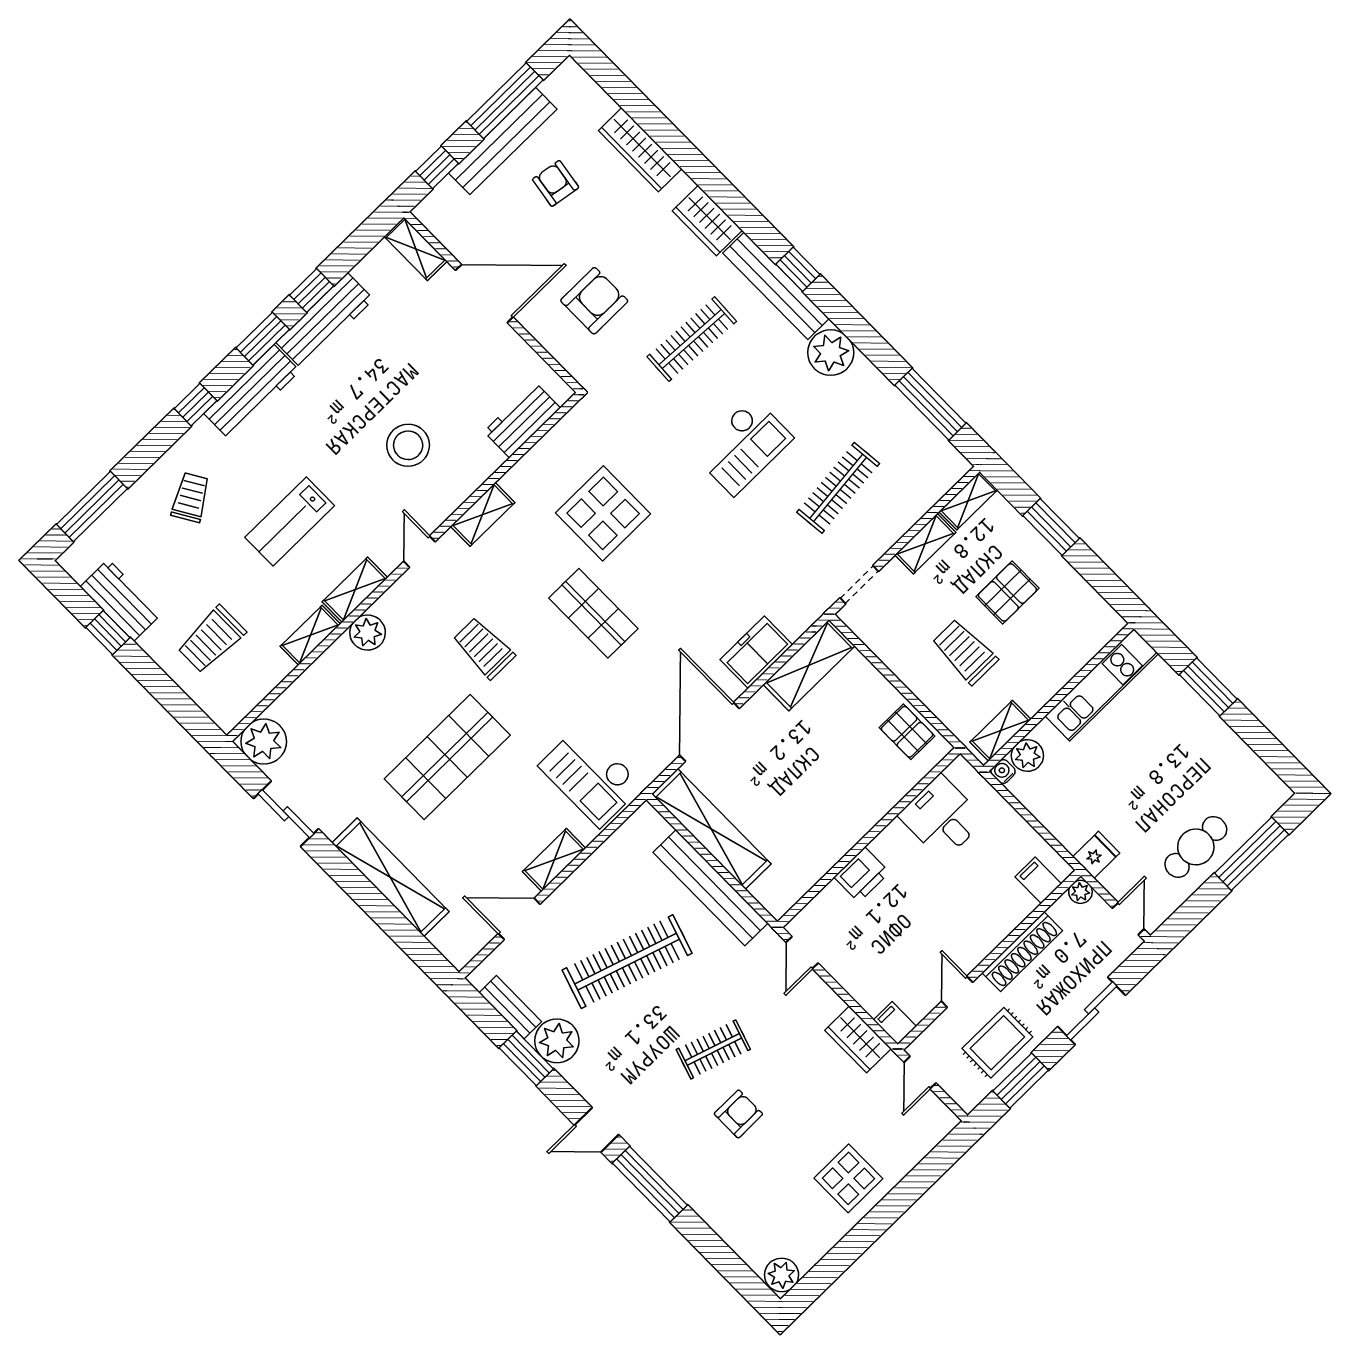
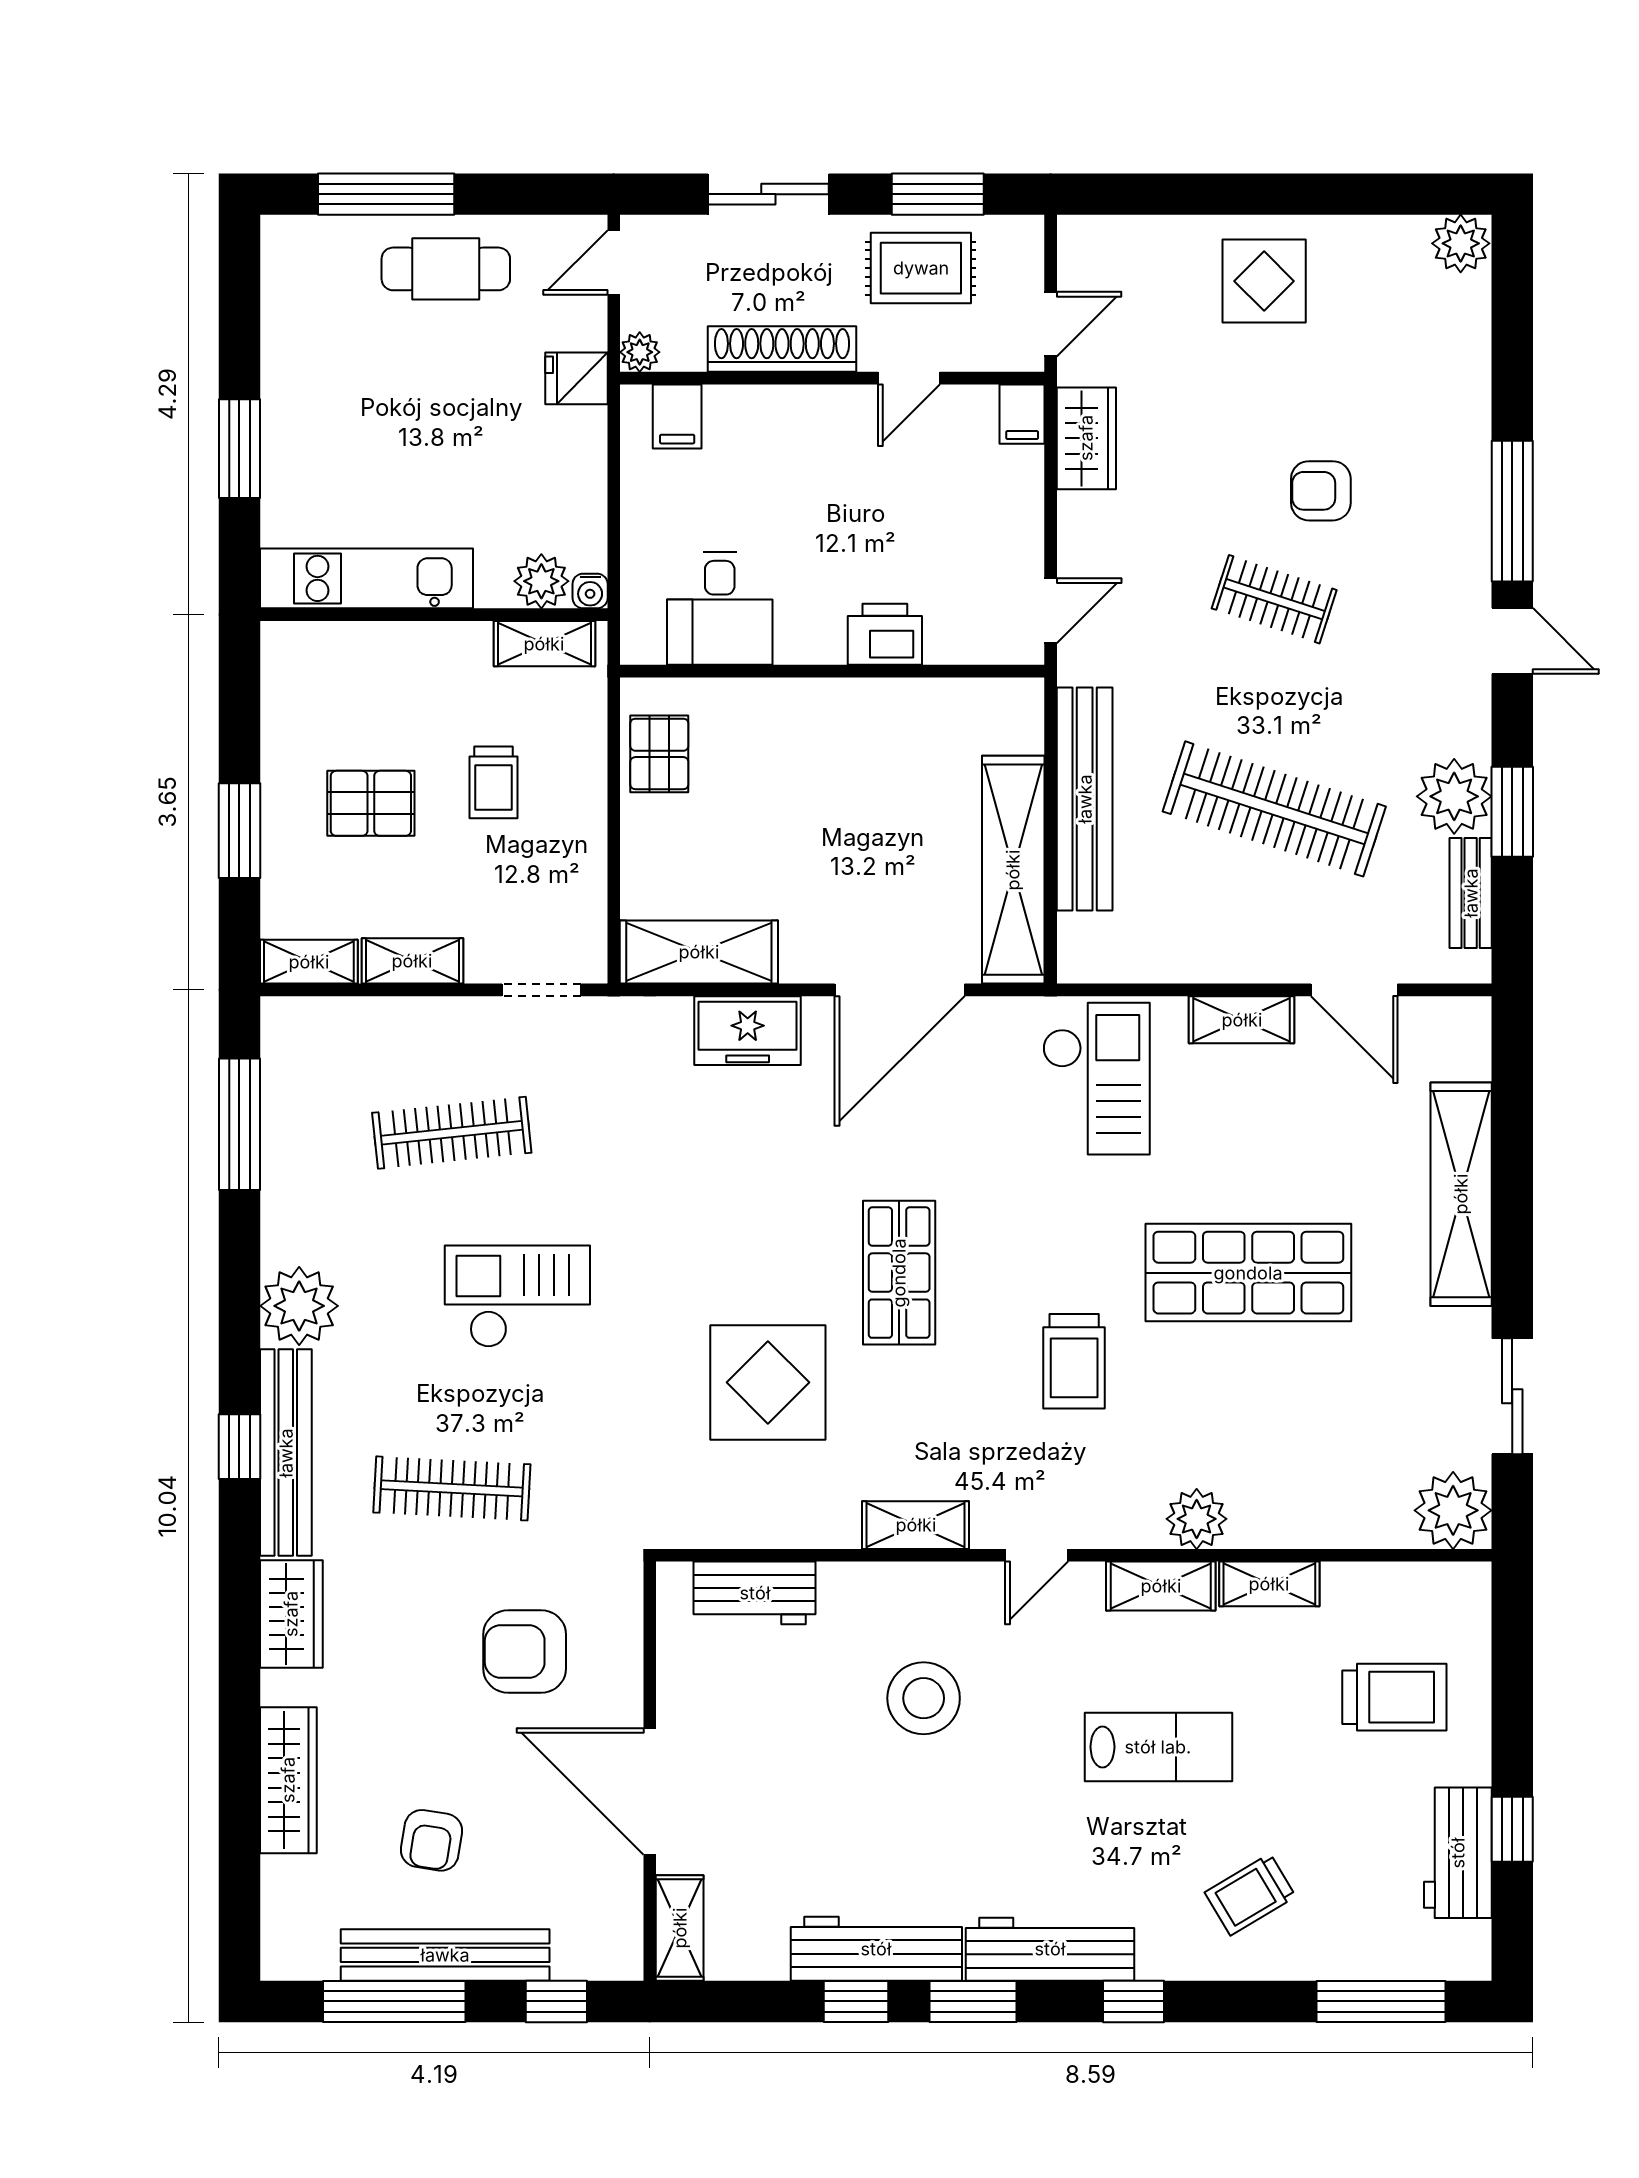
trolley: (965, 652) -> (494, 782), width x0.73, depth x0.72

